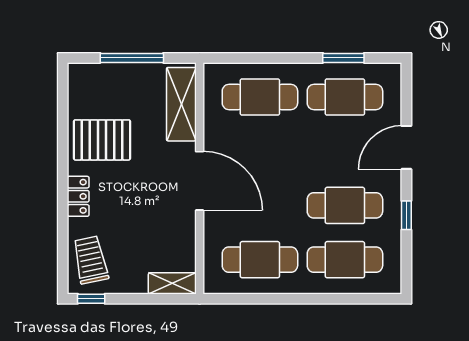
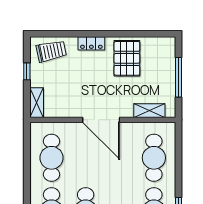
shelving: (181, 104) -> (149, 111), width x0.67, depth x0.75
door: (200, 181) -> (101, 120), hinge flipped
window: (91, 299) -> (27, 71), moved

